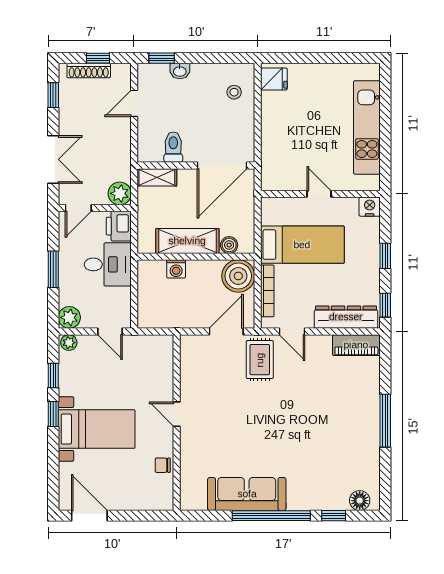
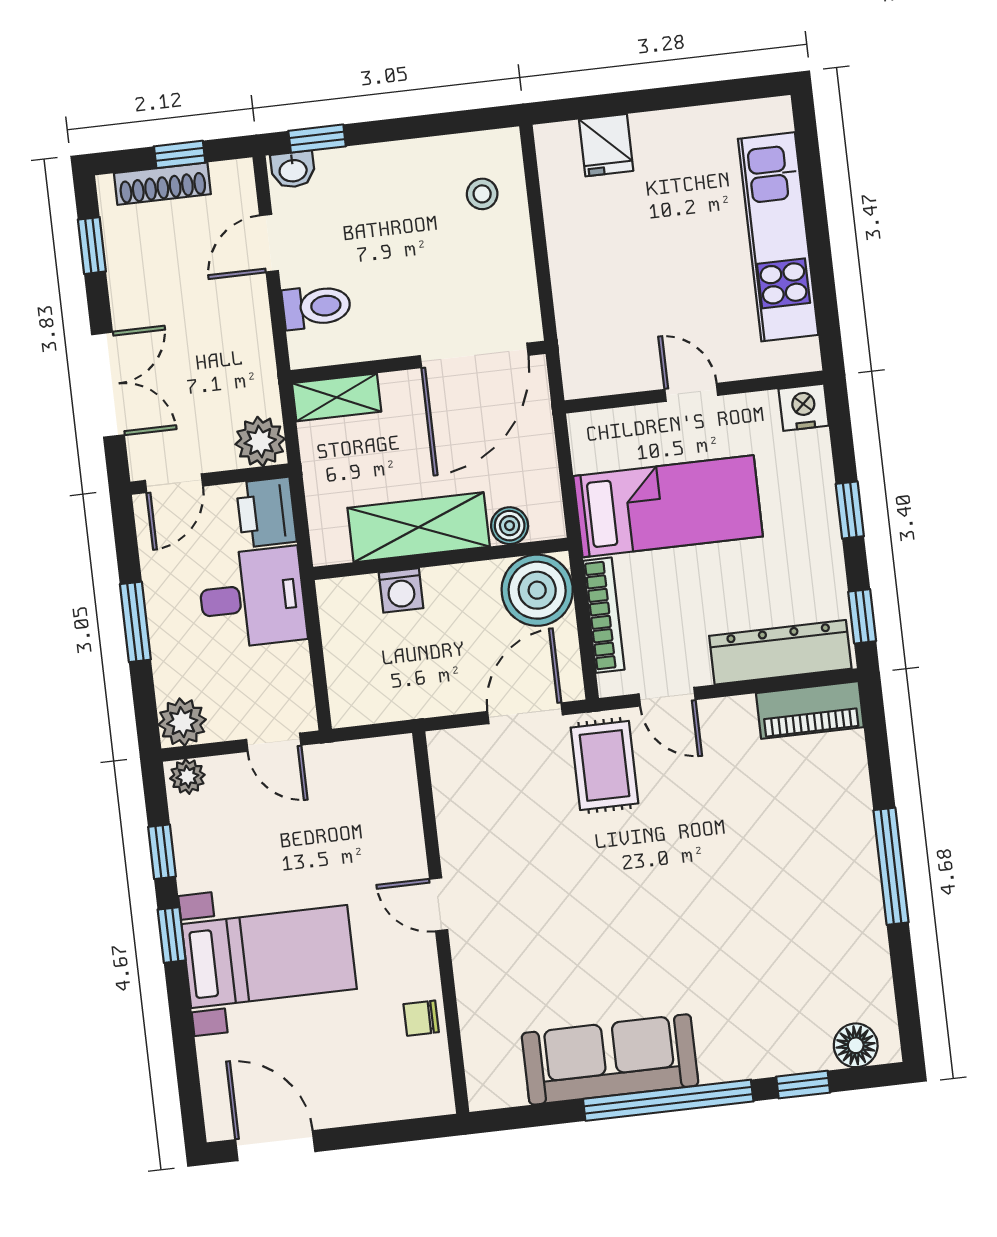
washbasin: (180, 71) -> (293, 170), moved
fridge: (274, 79) -> (606, 145), moved, turned 90
toilet: (173, 147) -> (317, 307), moved, turned 90

